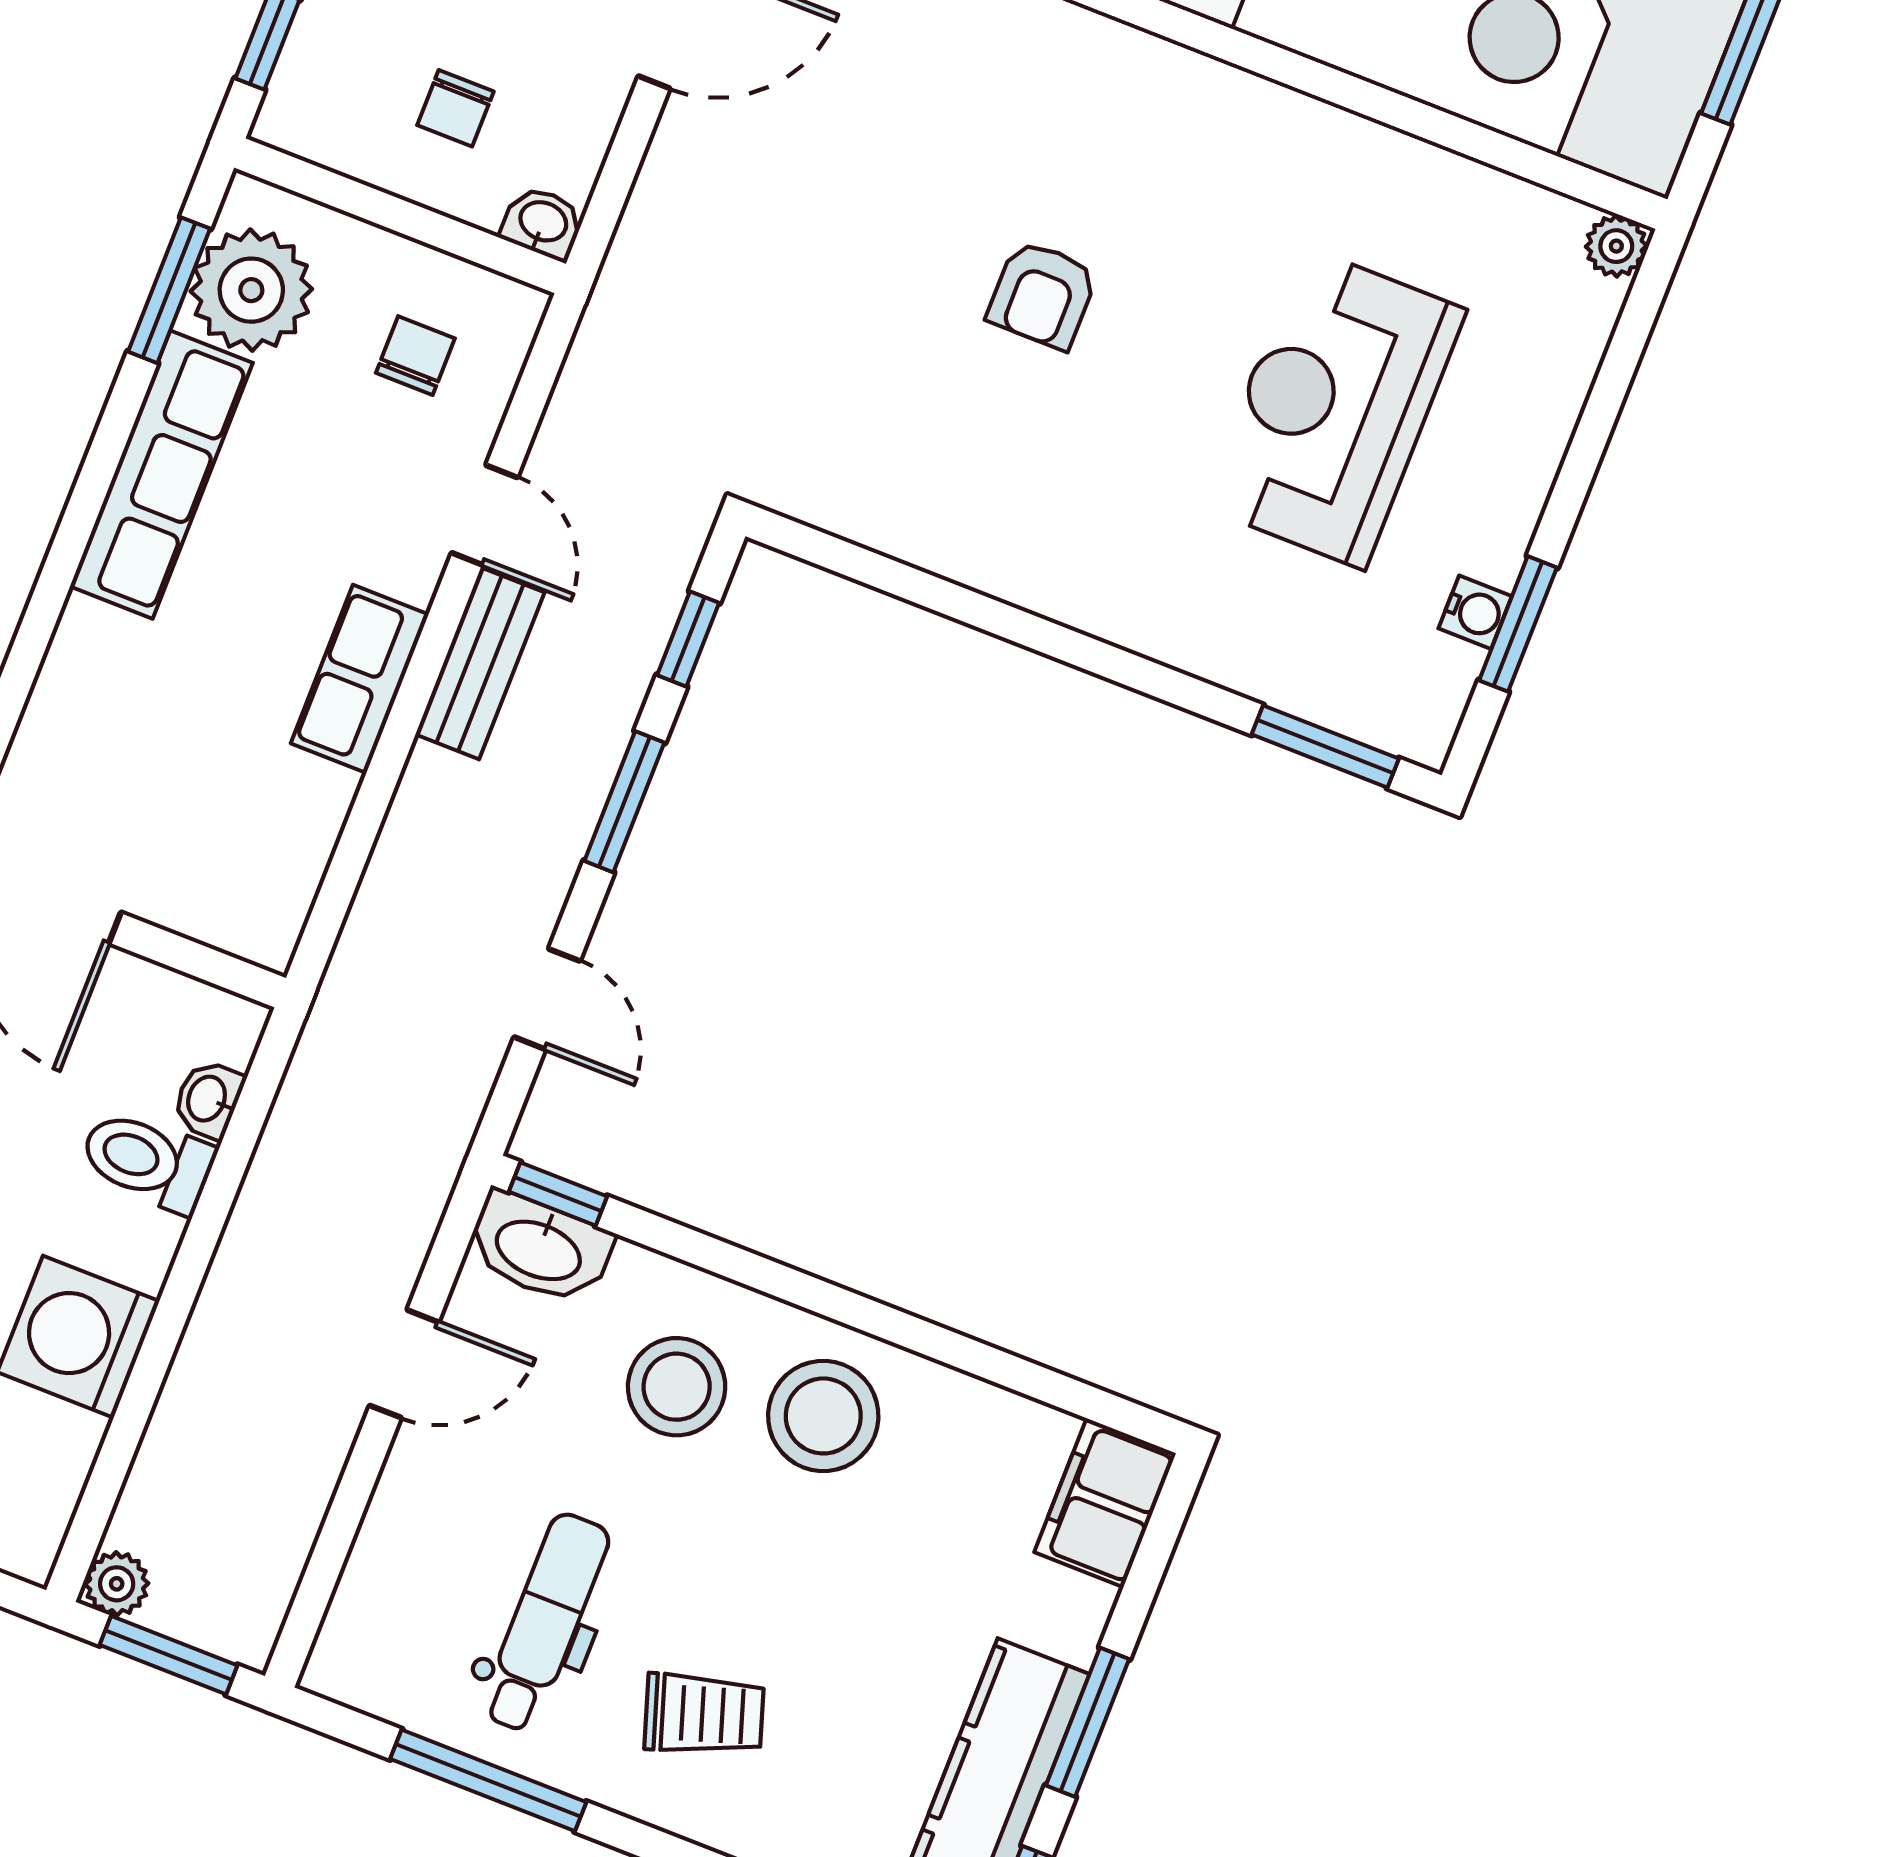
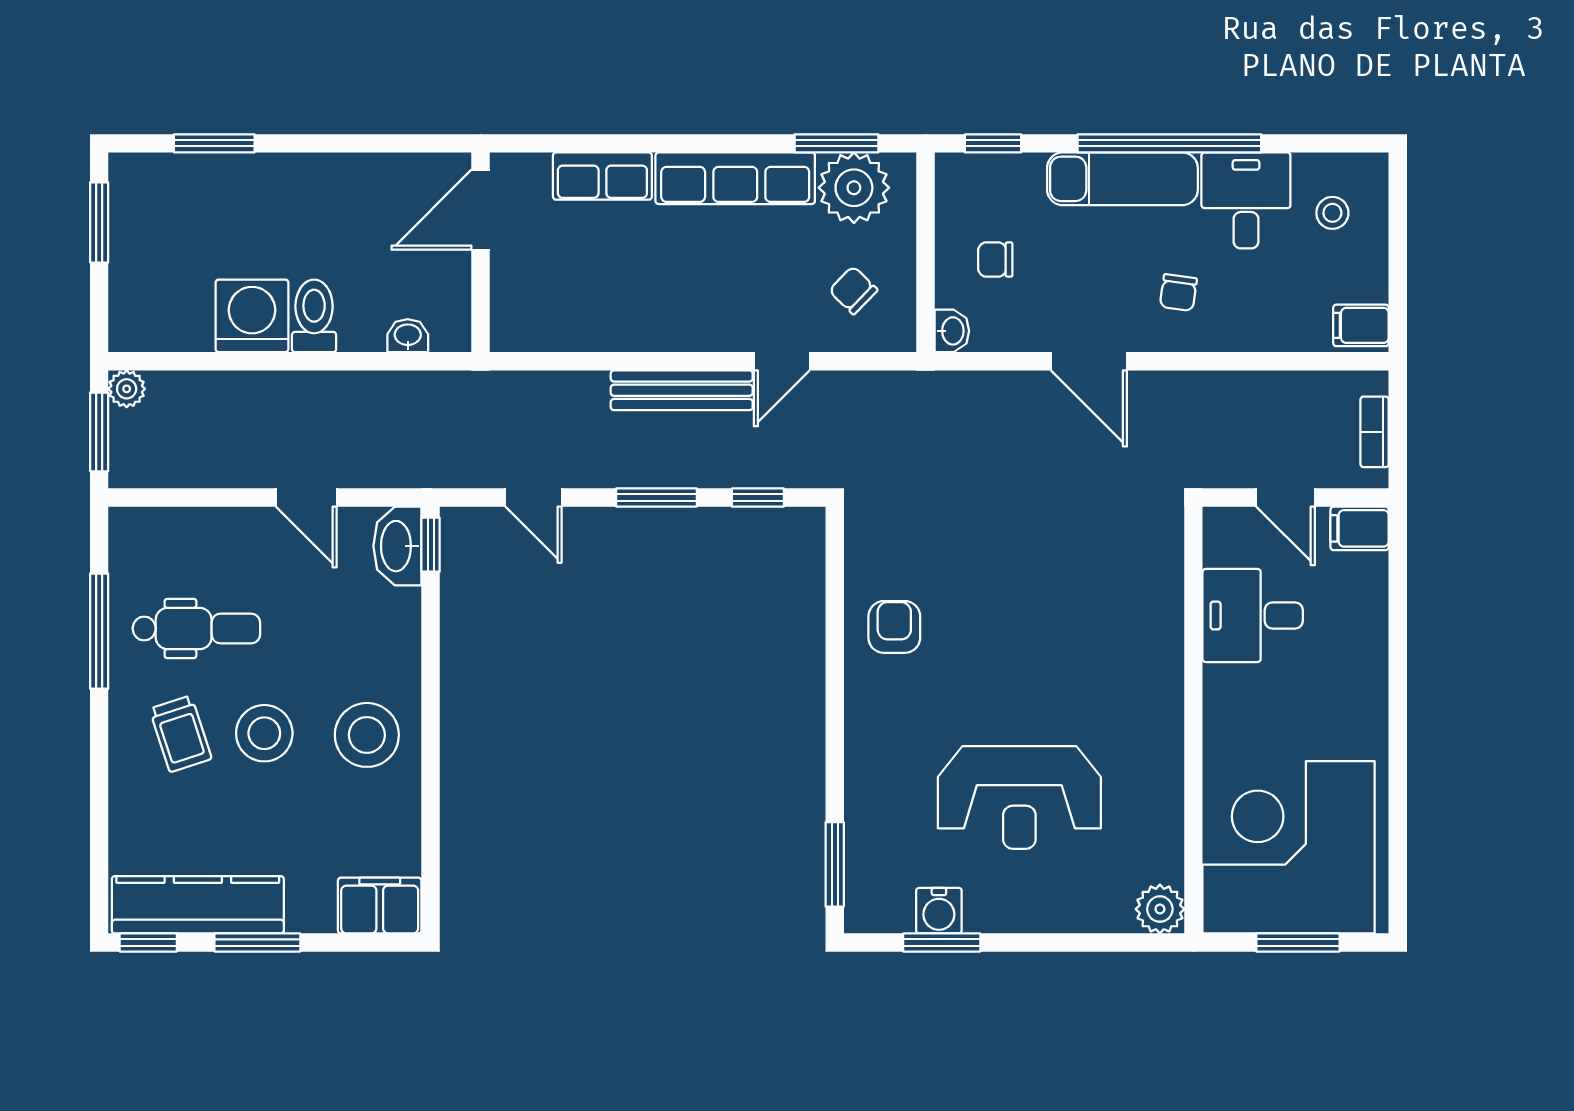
plant: (1616, 246) -> (1160, 909), width x1.38, depth x1.38
armchair: (1042, 295) -> (894, 627), moved, turned 90
chair: (415, 356) -> (853, 290), turned -136
reception desk: (1334, 408) -> (1019, 798), turned 180
water cooler: (1475, 612) -> (939, 911), width x1.38, depth x1.38
bench: (480, 663) -> (682, 390), width x1.36
row of seats: (360, 679) -> (602, 176), moved, turned 180
door: (547, 999) -> (534, 498), hinge flipped
toilet: (147, 1161) -> (314, 316), moved
stool: (677, 1387) -> (264, 733), moved

